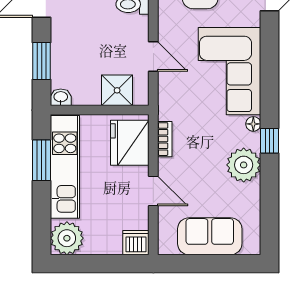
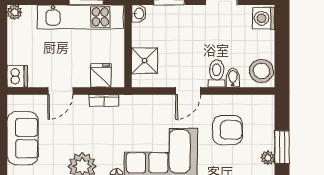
door: (153, 56) -> (188, 91), moved
fridge: (130, 143) -> (101, 75), width x0.53, depth x0.75
plant: (67, 238) -> (14, 12), width x0.53, depth x0.53

